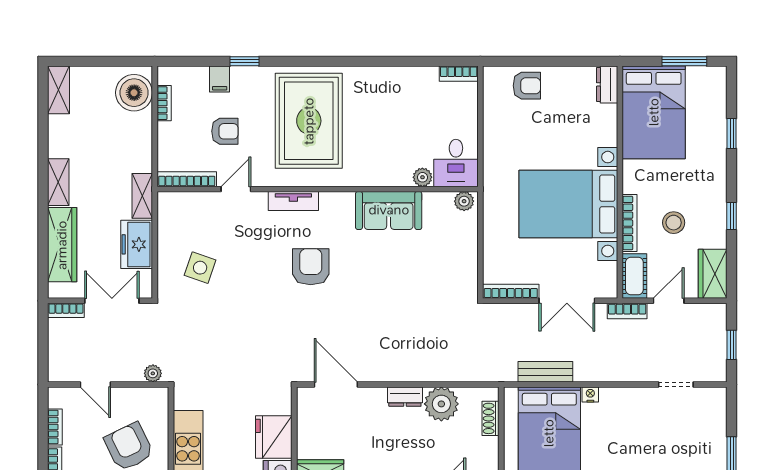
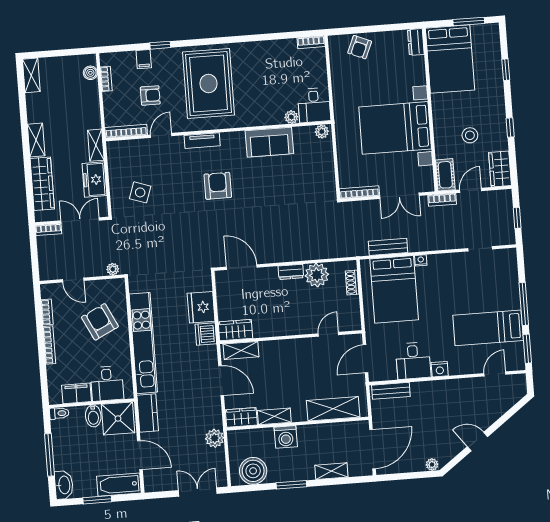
armchair: (527, 86) -> (360, 47), turned 113
boiler: (134, 93) -> (90, 73), width x0.54, depth x0.54
bookcase: (630, 223) -> (439, 138), removed

